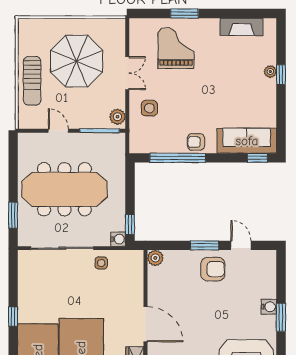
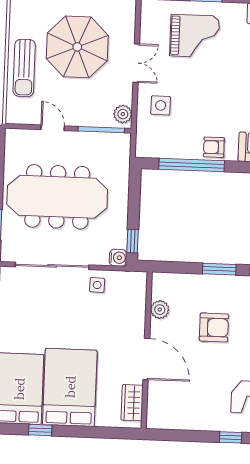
grand piano: (176, 48) -> (195, 36), turned 90
plant: (155, 258) -> (160, 310), moved
armchair: (213, 269) -> (214, 327), moved

